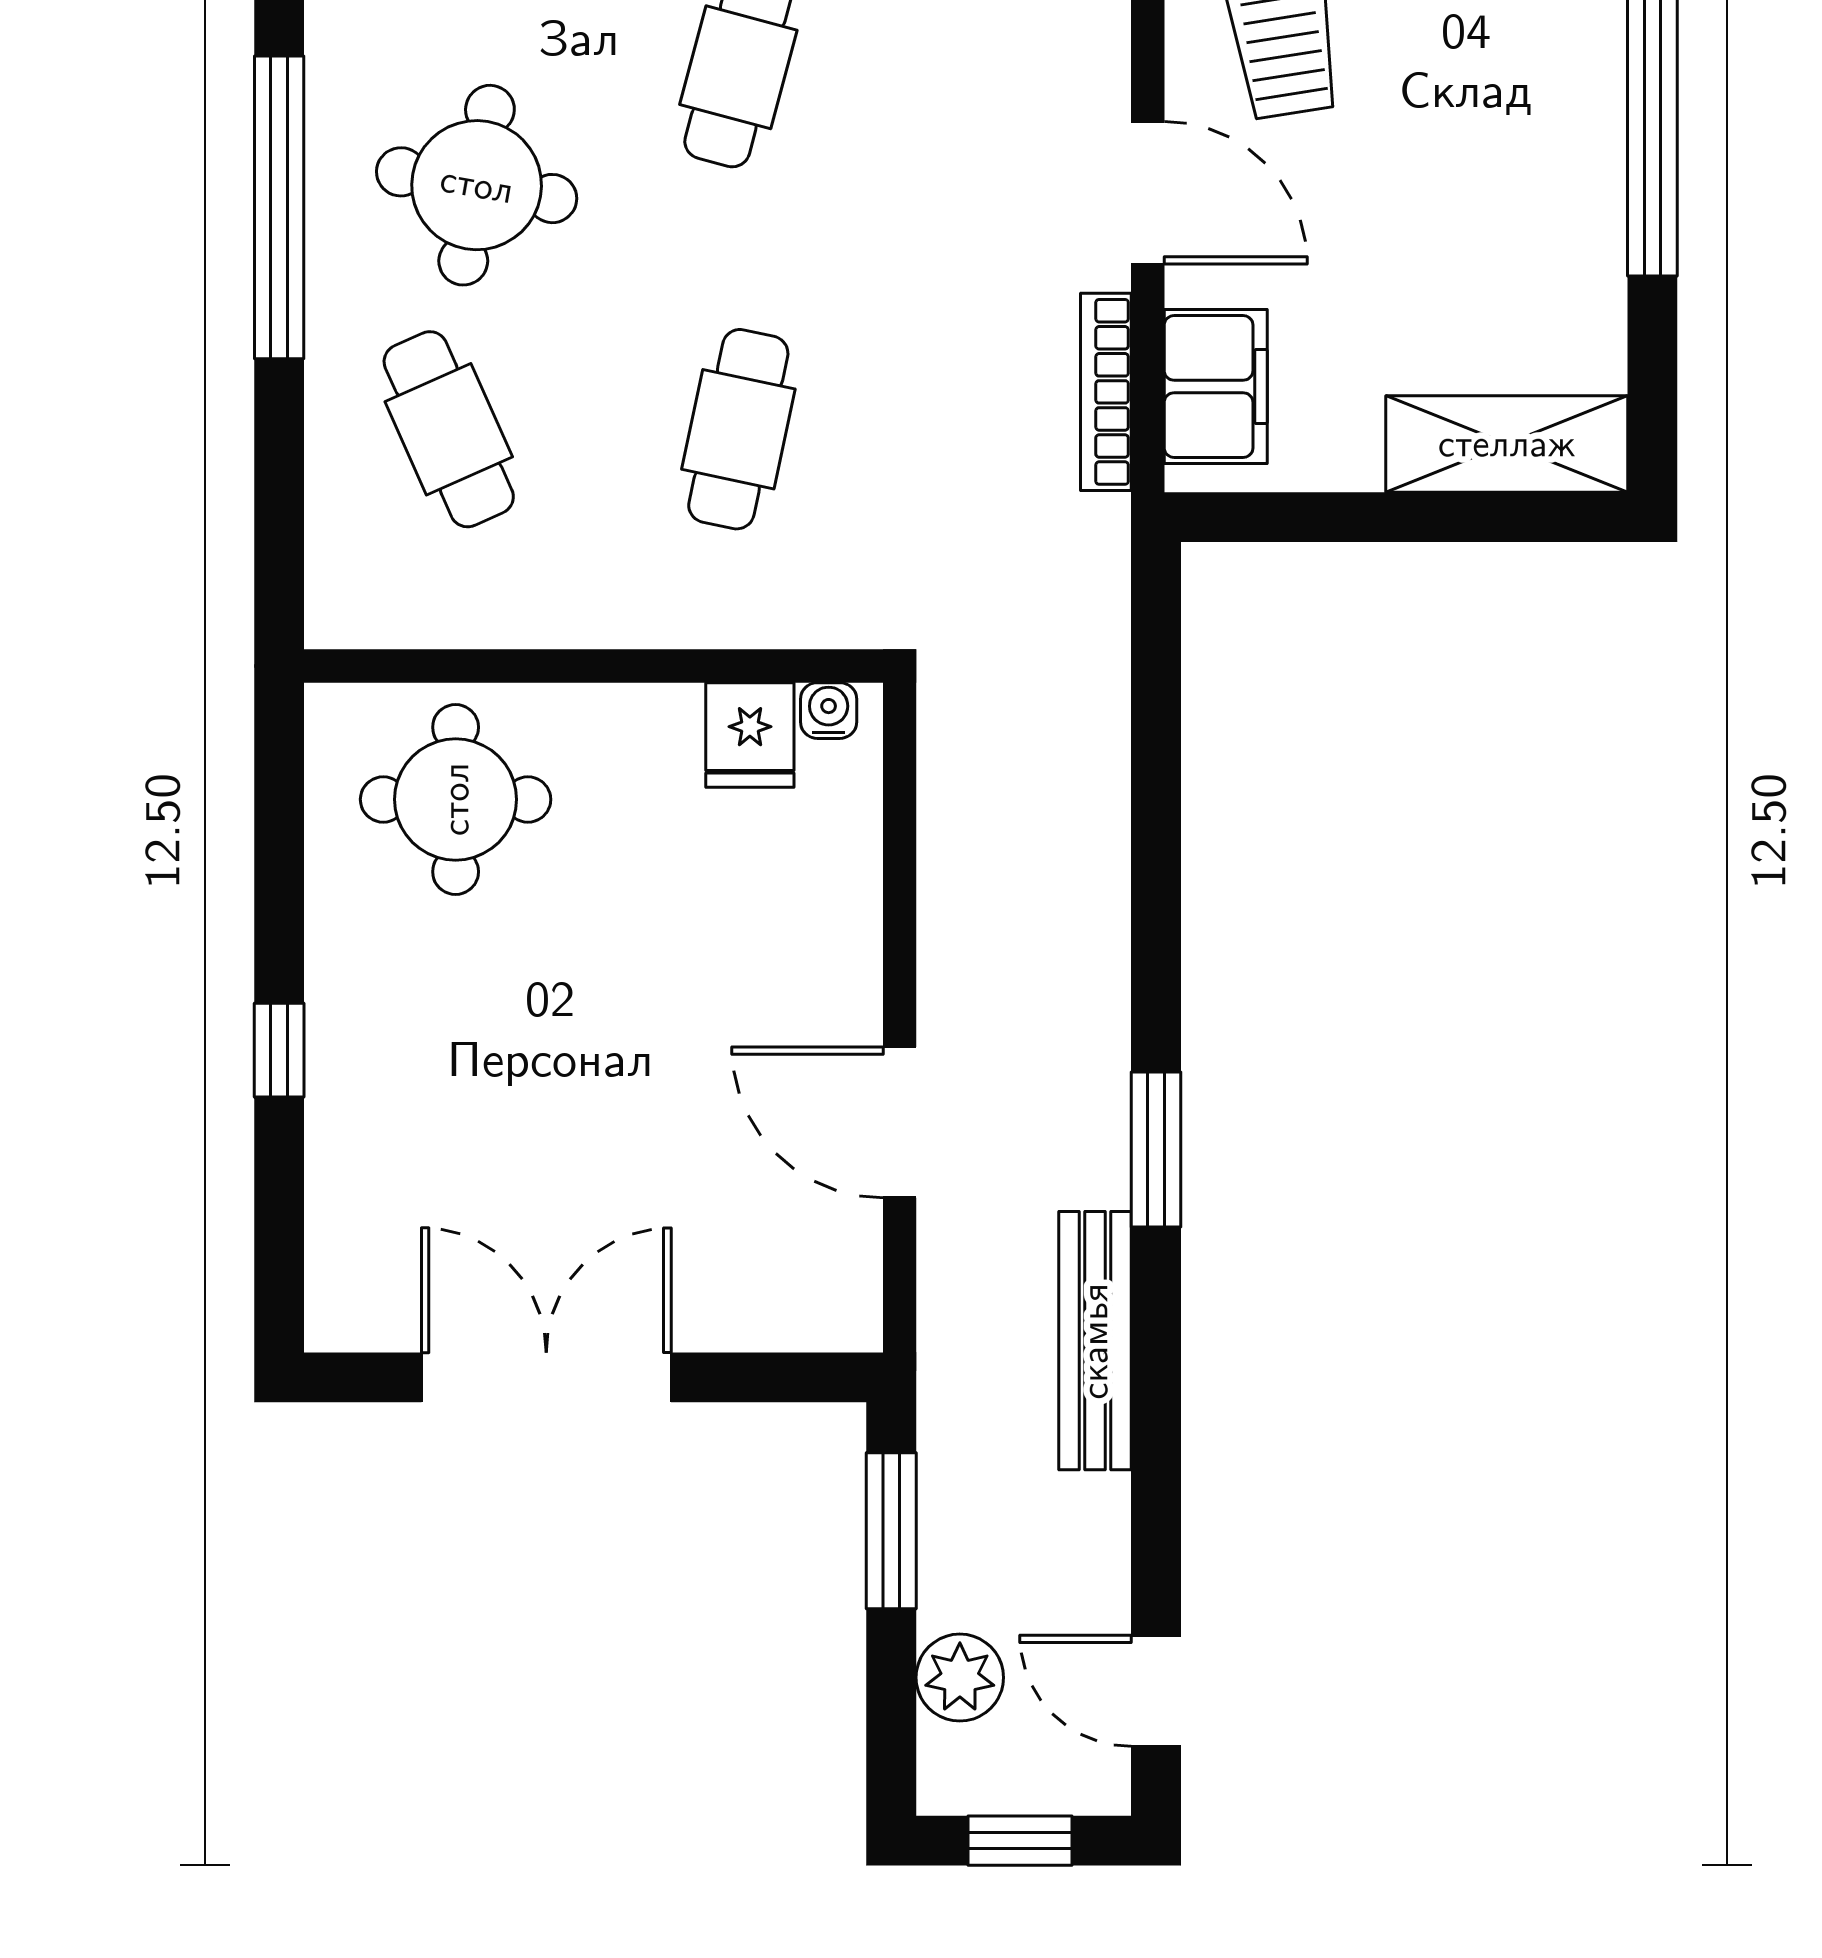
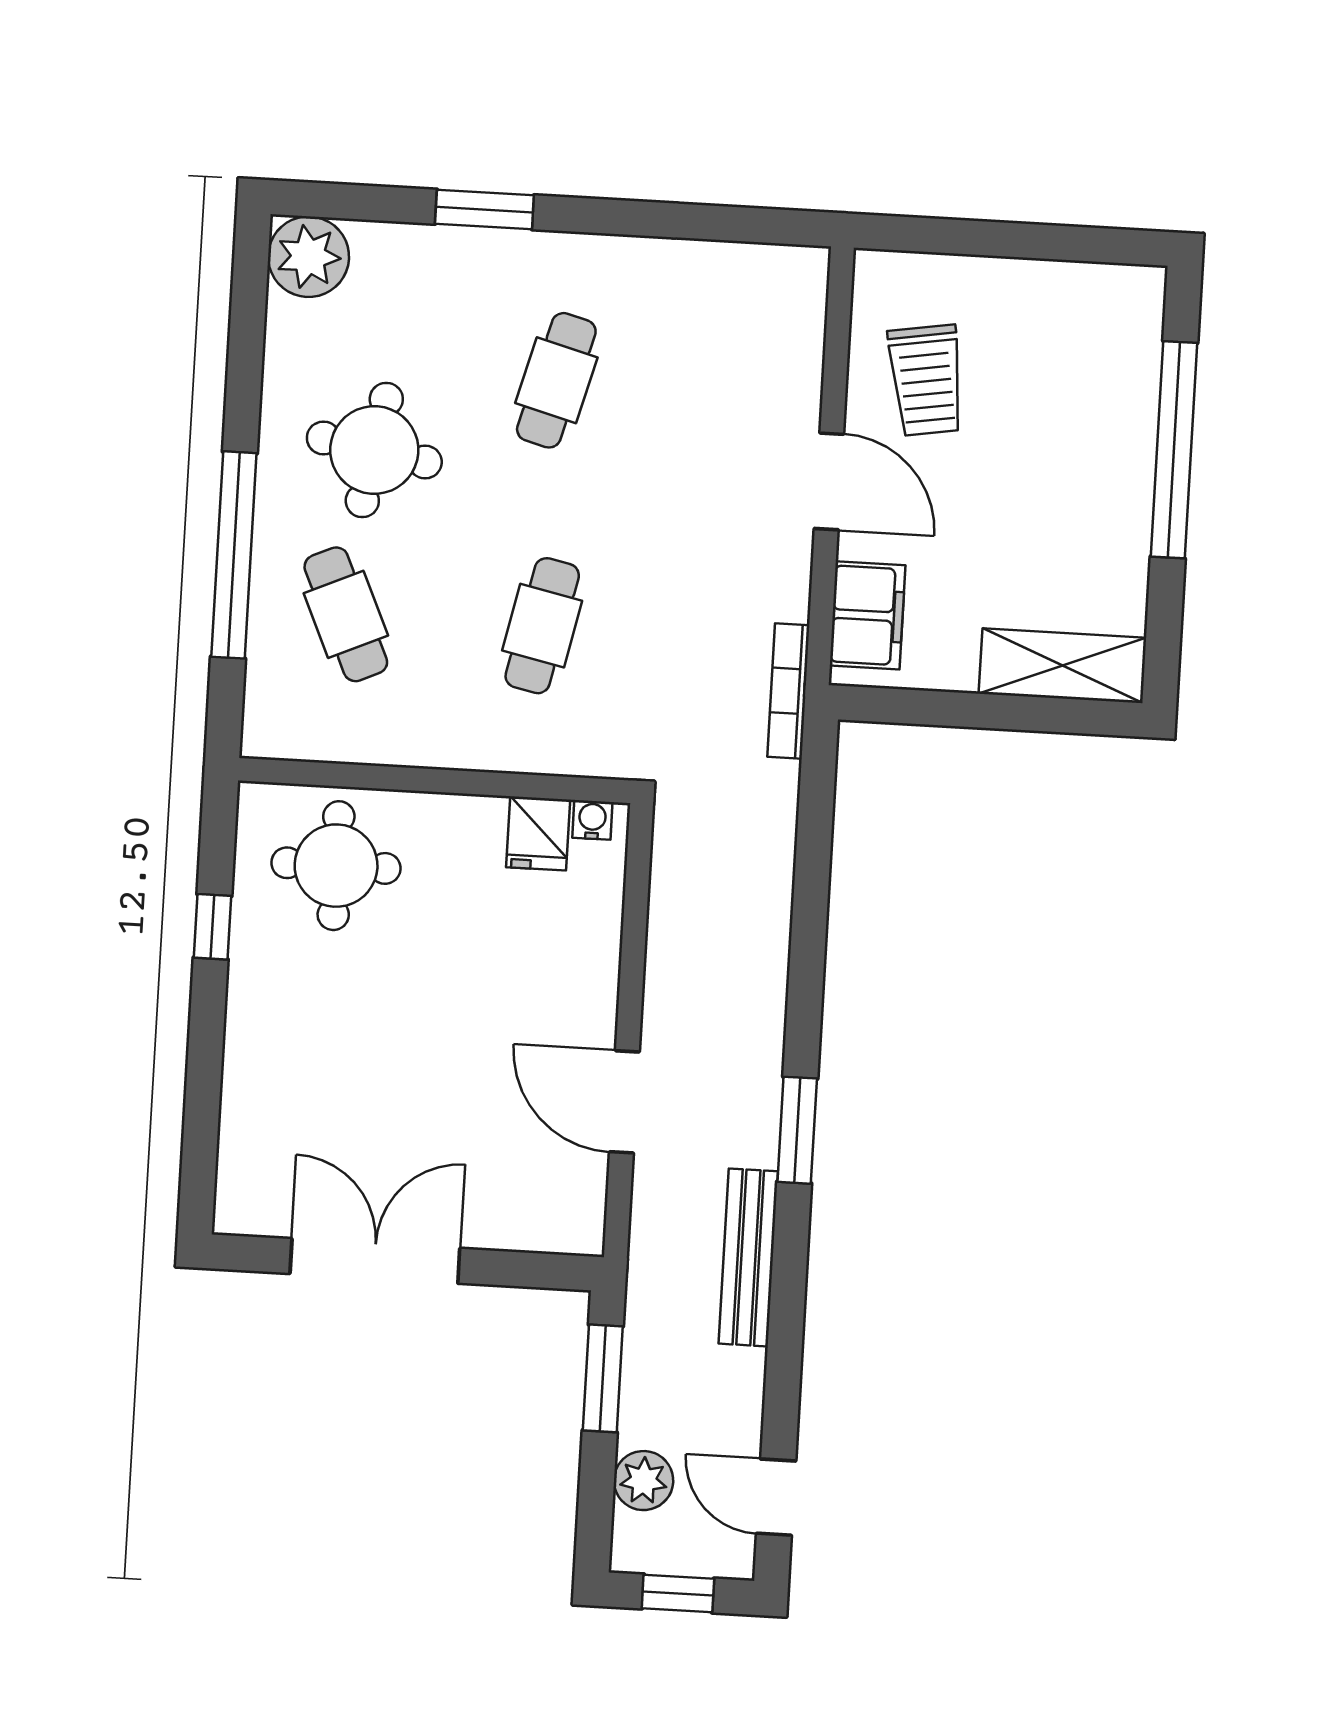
window: (279, 207) -> (234, 555), moved
bookcase: (1106, 392) -> (788, 691), moved
window: (279, 1050) -> (213, 927), moved

